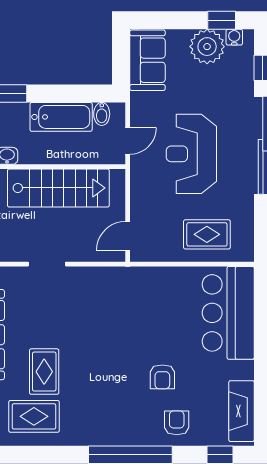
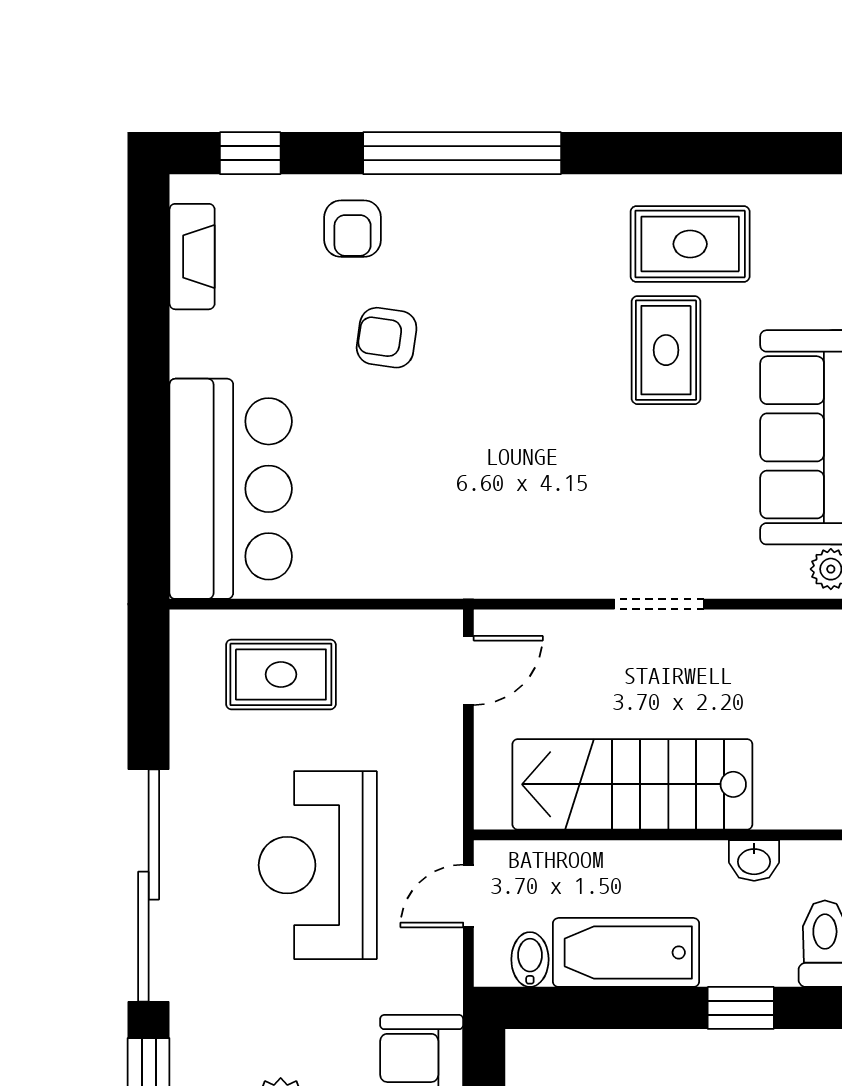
reception desk: (191, 154) -> (318, 865), turned 180
armchair: (162, 377) -> (387, 338), turned -82
fireplace: (241, 411) -> (192, 257), width x0.73, depth x0.76

